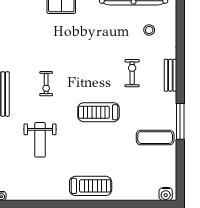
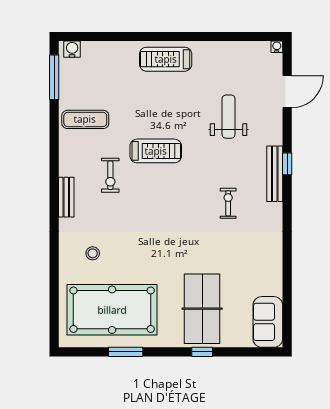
exercise bike: (132, 73) -> (110, 175), moved
exercise bike: (46, 84) -> (228, 203), moved
window: (180, 121) -> (54, 77), moved

